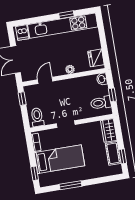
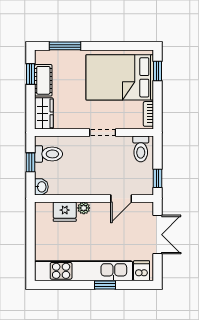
window: (66, 15) -> (105, 285), moved
fridge: (96, 58) -> (65, 212), moved, turned 90
bed: (59, 159) -> (120, 77), width x1.50
window: (70, 185) -> (65, 46), moved

